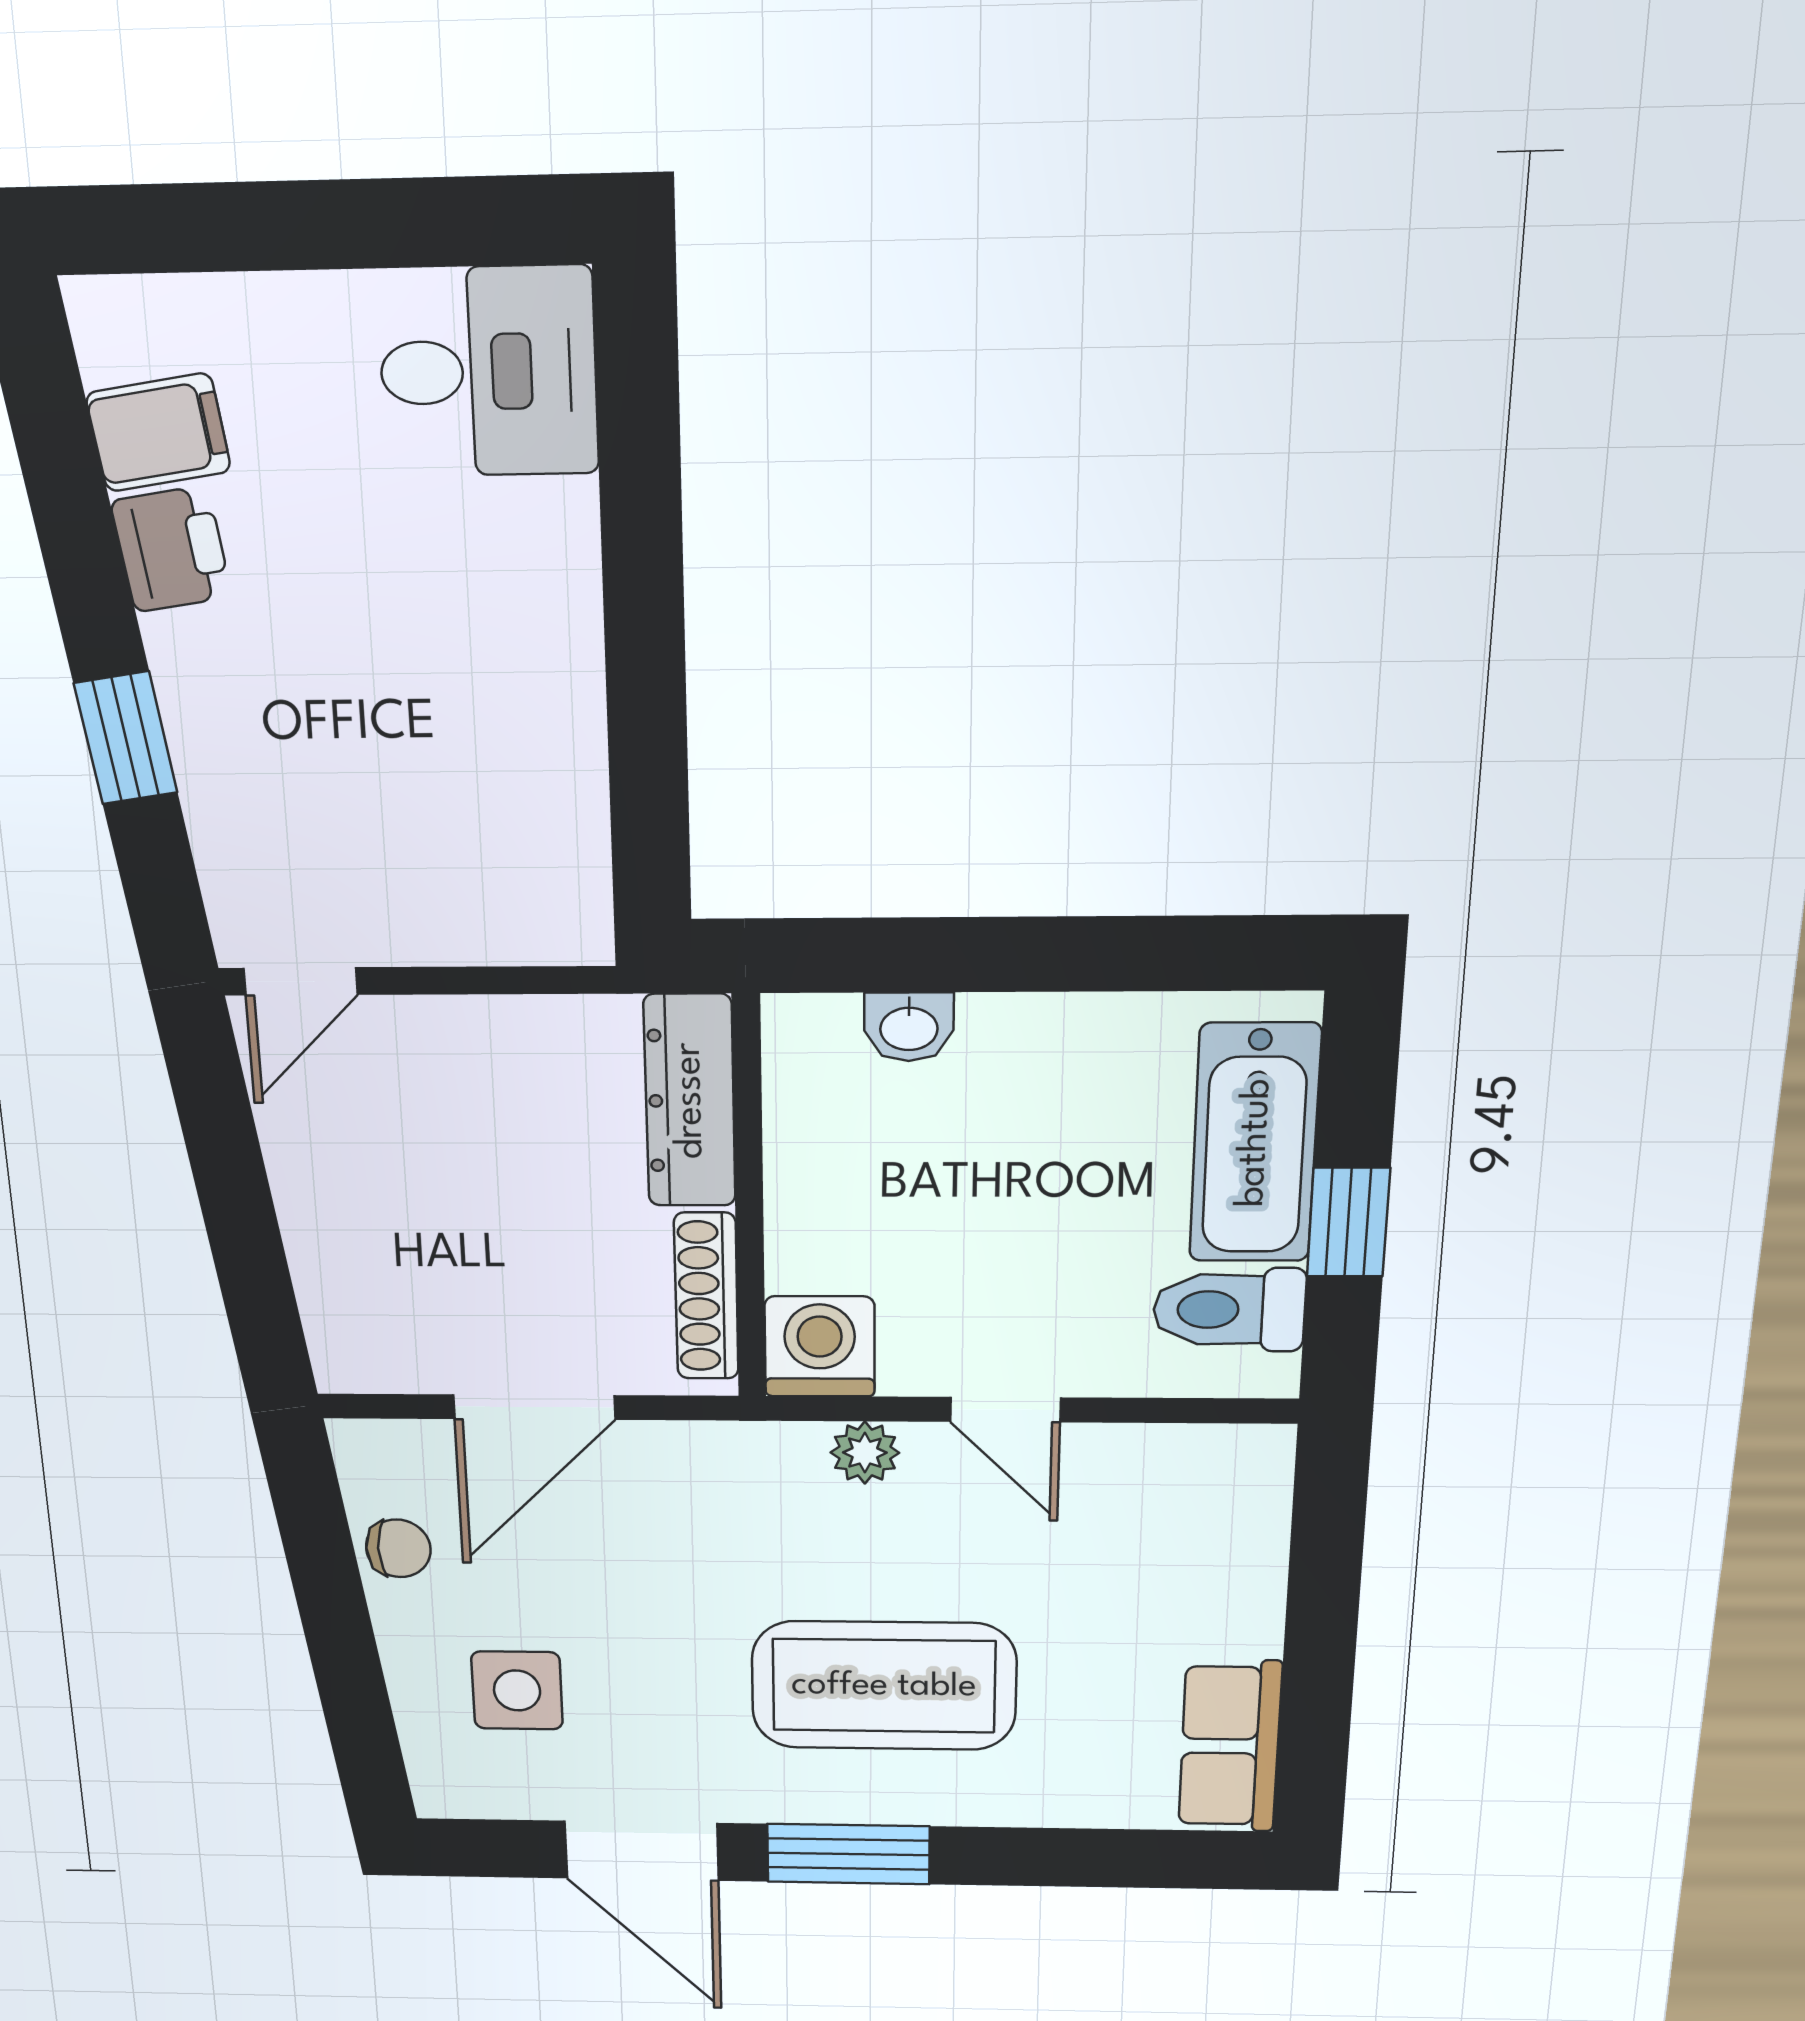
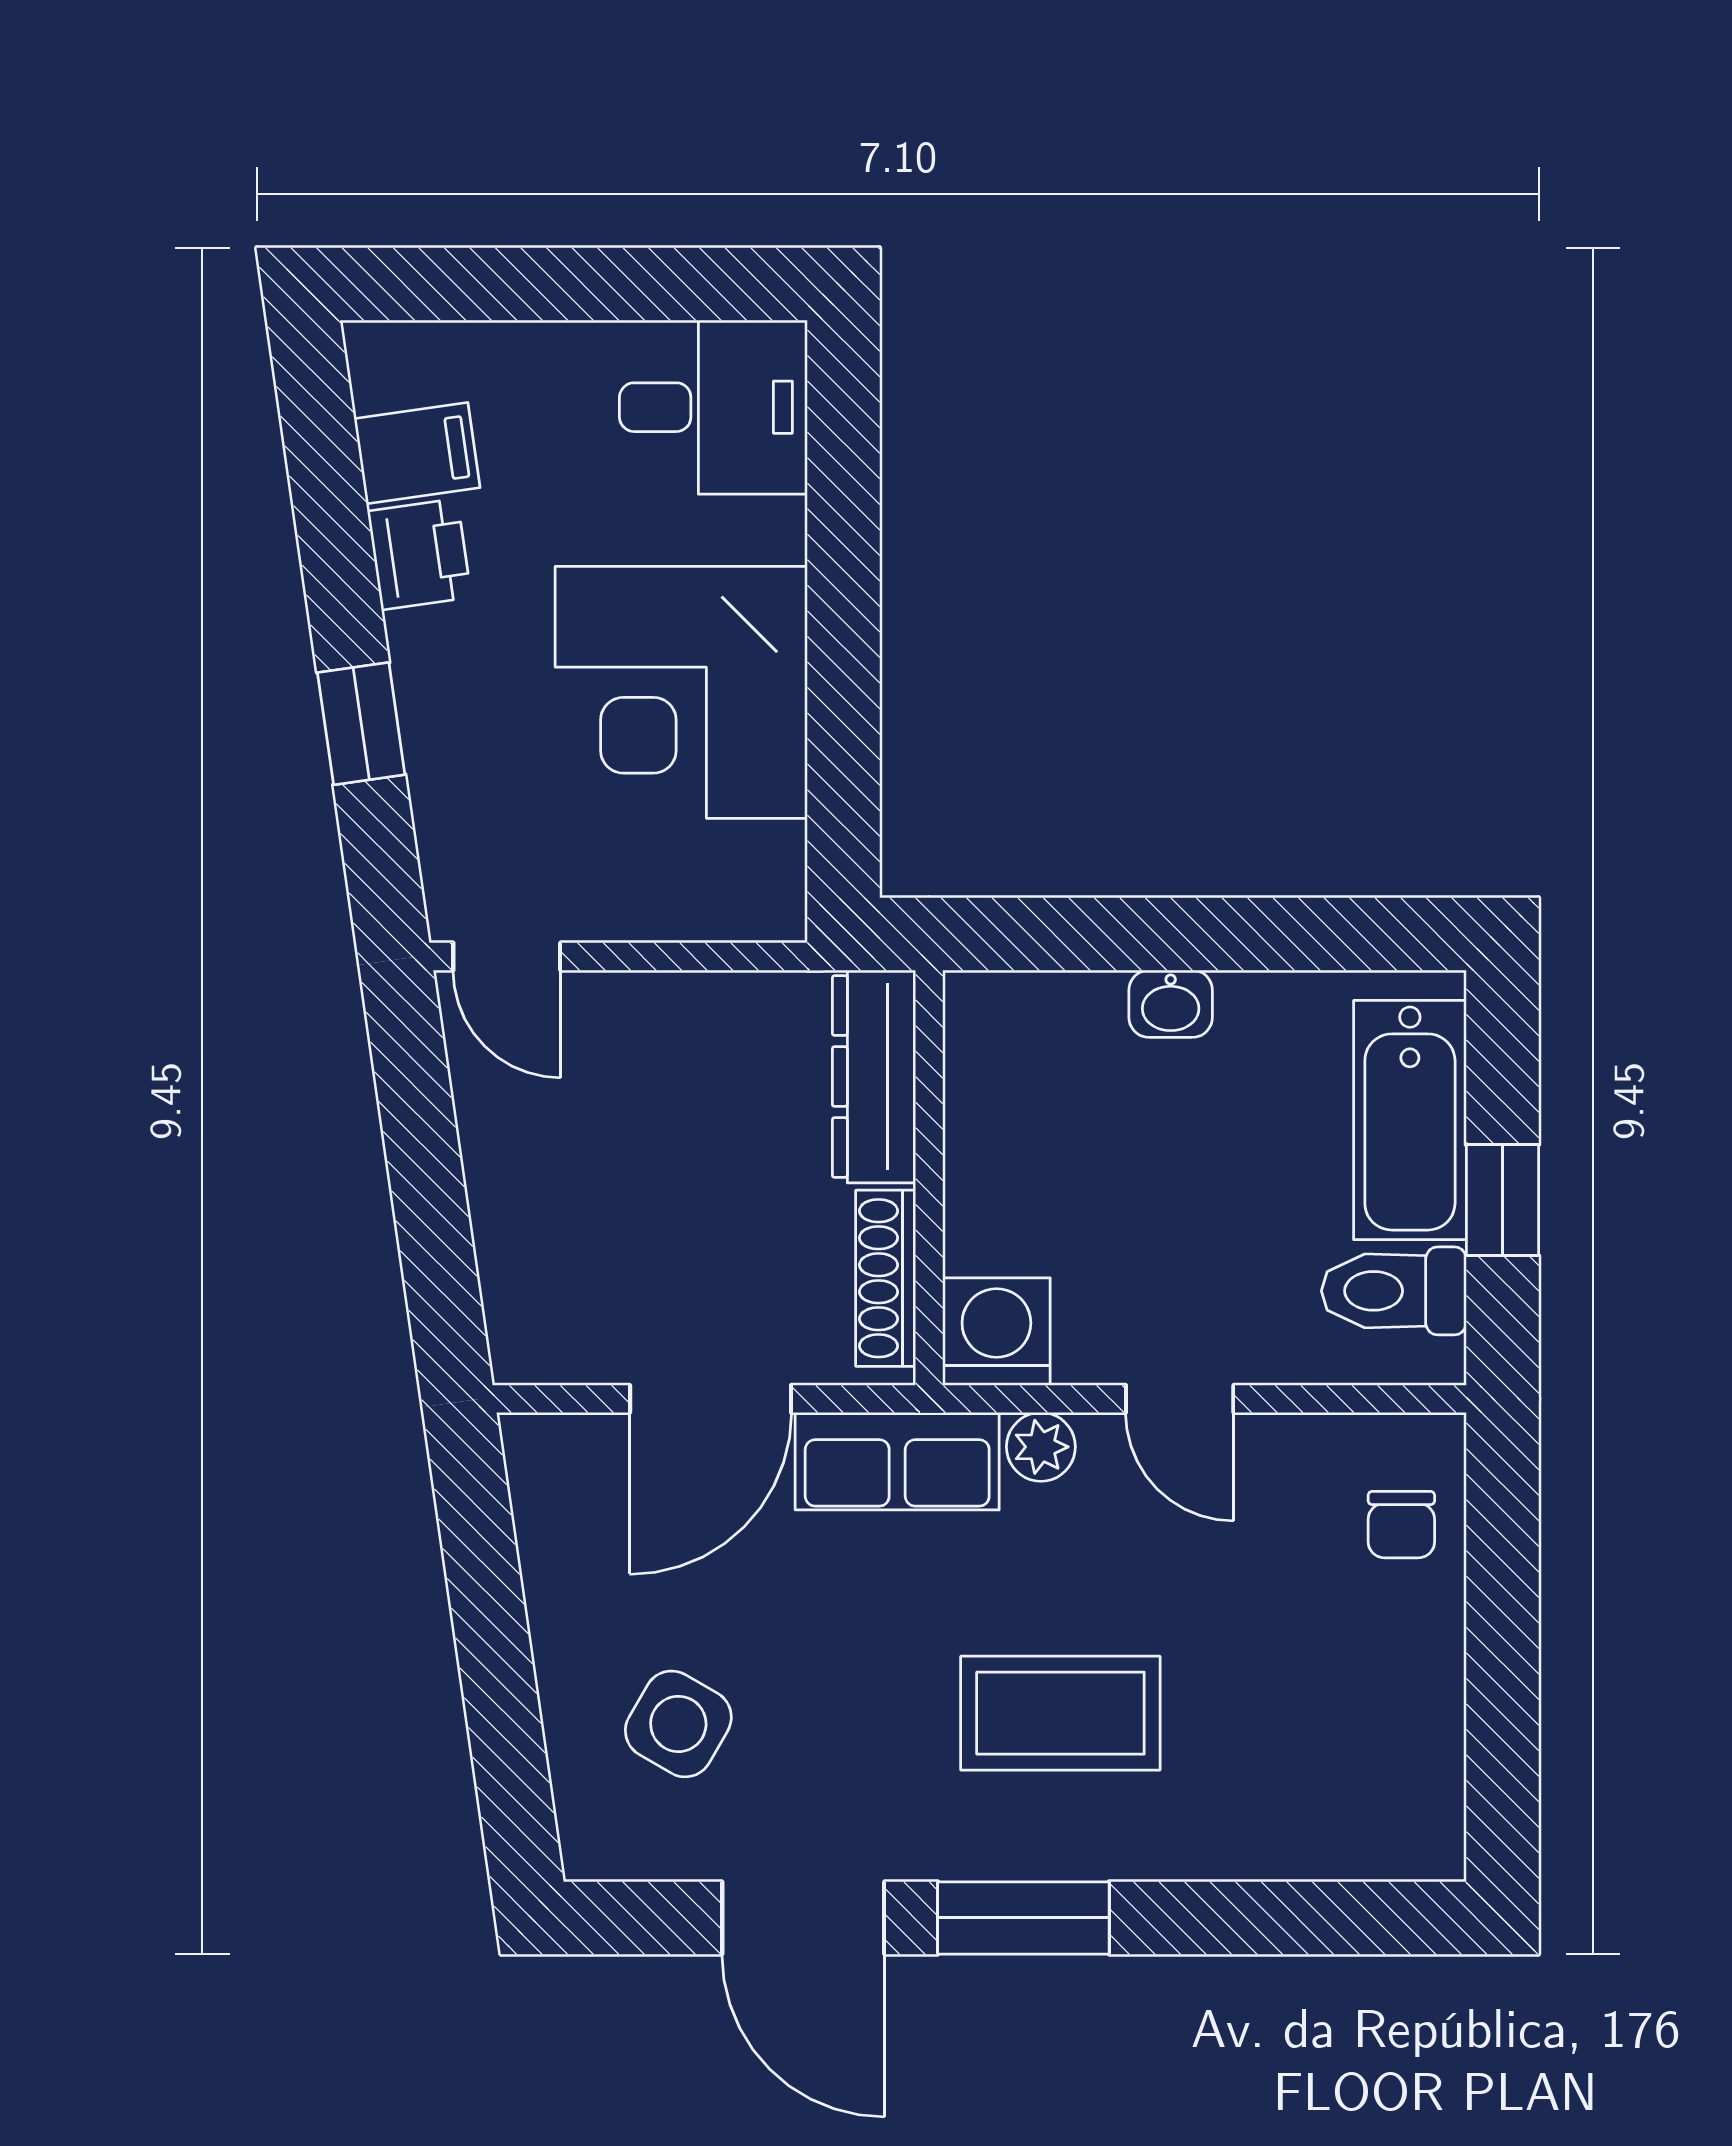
corner desk: (469, 700) -> (681, 692), added
door: (301, 981) -> (507, 957), hinge flipped
washbasin: (909, 1027) -> (1171, 1004), moved
chair: (398, 1548) -> (1401, 1525), moved, turned 90
coffee table: (884, 1686) -> (1060, 1713), width x0.73, depth x0.76
side table: (517, 1690) -> (678, 1724), turned 30
row of seats: (1230, 1746) -> (897, 1461), moved, turned -90

